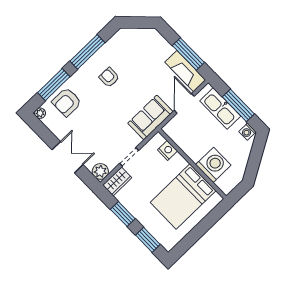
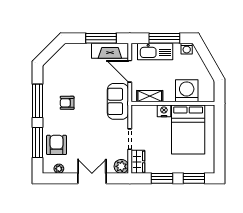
armchair: (67, 102) -> (57, 145), turned 180
plant: (40, 113) -> (59, 169), moved
shelving: (180, 139) -> (150, 96), added
nightstand: (167, 150) -> (164, 111), moved

